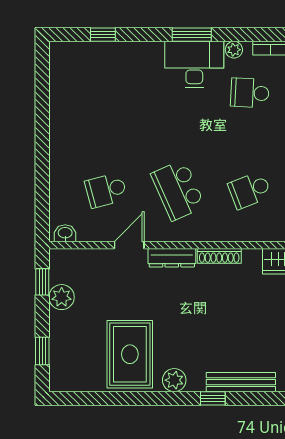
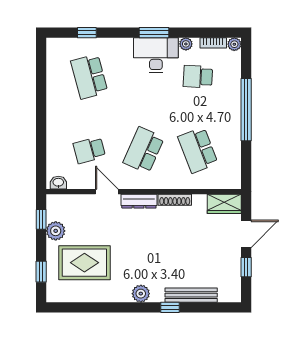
school desk: (106, 93) -> (89, 77), added
school desk: (178, 190) -> (144, 150), turned 48
school desk: (250, 190) -> (198, 150), width x1.85
door: (129, 245) -> (107, 192), hinge flipped
rug: (130, 354) -> (84, 263), moved, turned 90

